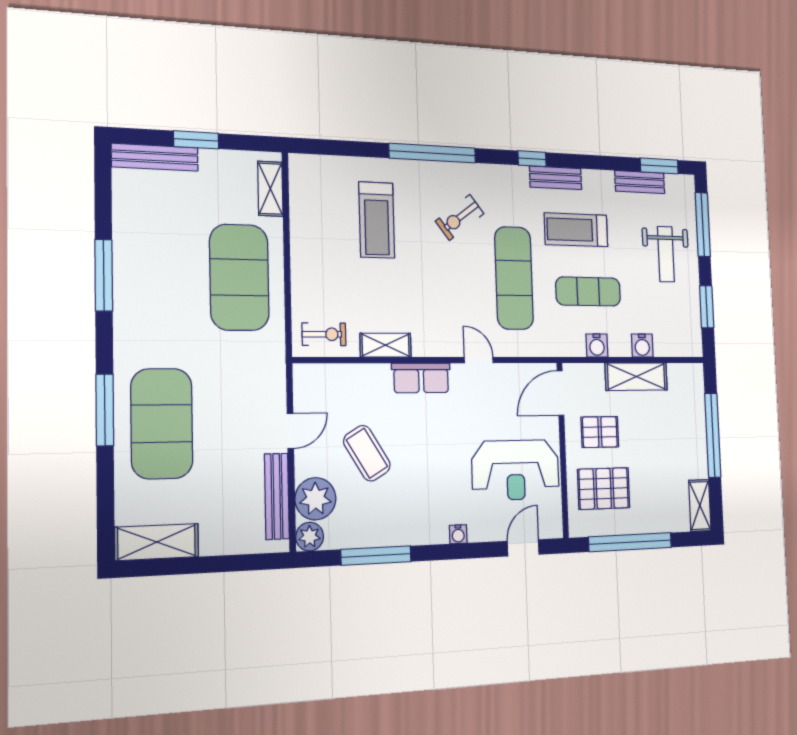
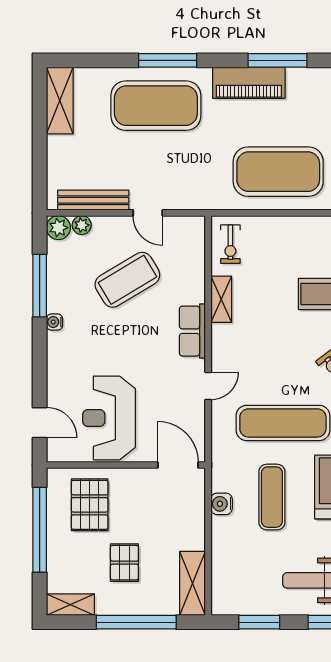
piano: (132, 311) -> (249, 83), added
water cooler: (642, 346) -> (222, 551), removed
shelving: (636, 377) -> (193, 583), moved
pallet: (600, 432) -> (124, 563), moved
coffee table: (367, 453) -> (127, 280), width x1.36, depth x1.32
plant: (315, 499) -> (82, 225), width x0.53, depth x0.53
water cooler: (458, 534) -> (54, 322), moved

